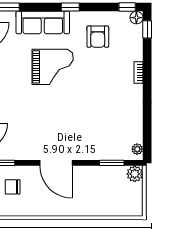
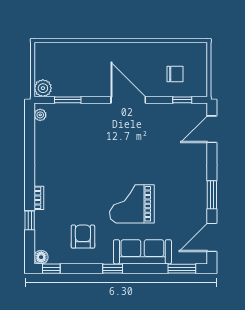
window: (147, 29) -> (30, 220), moved

